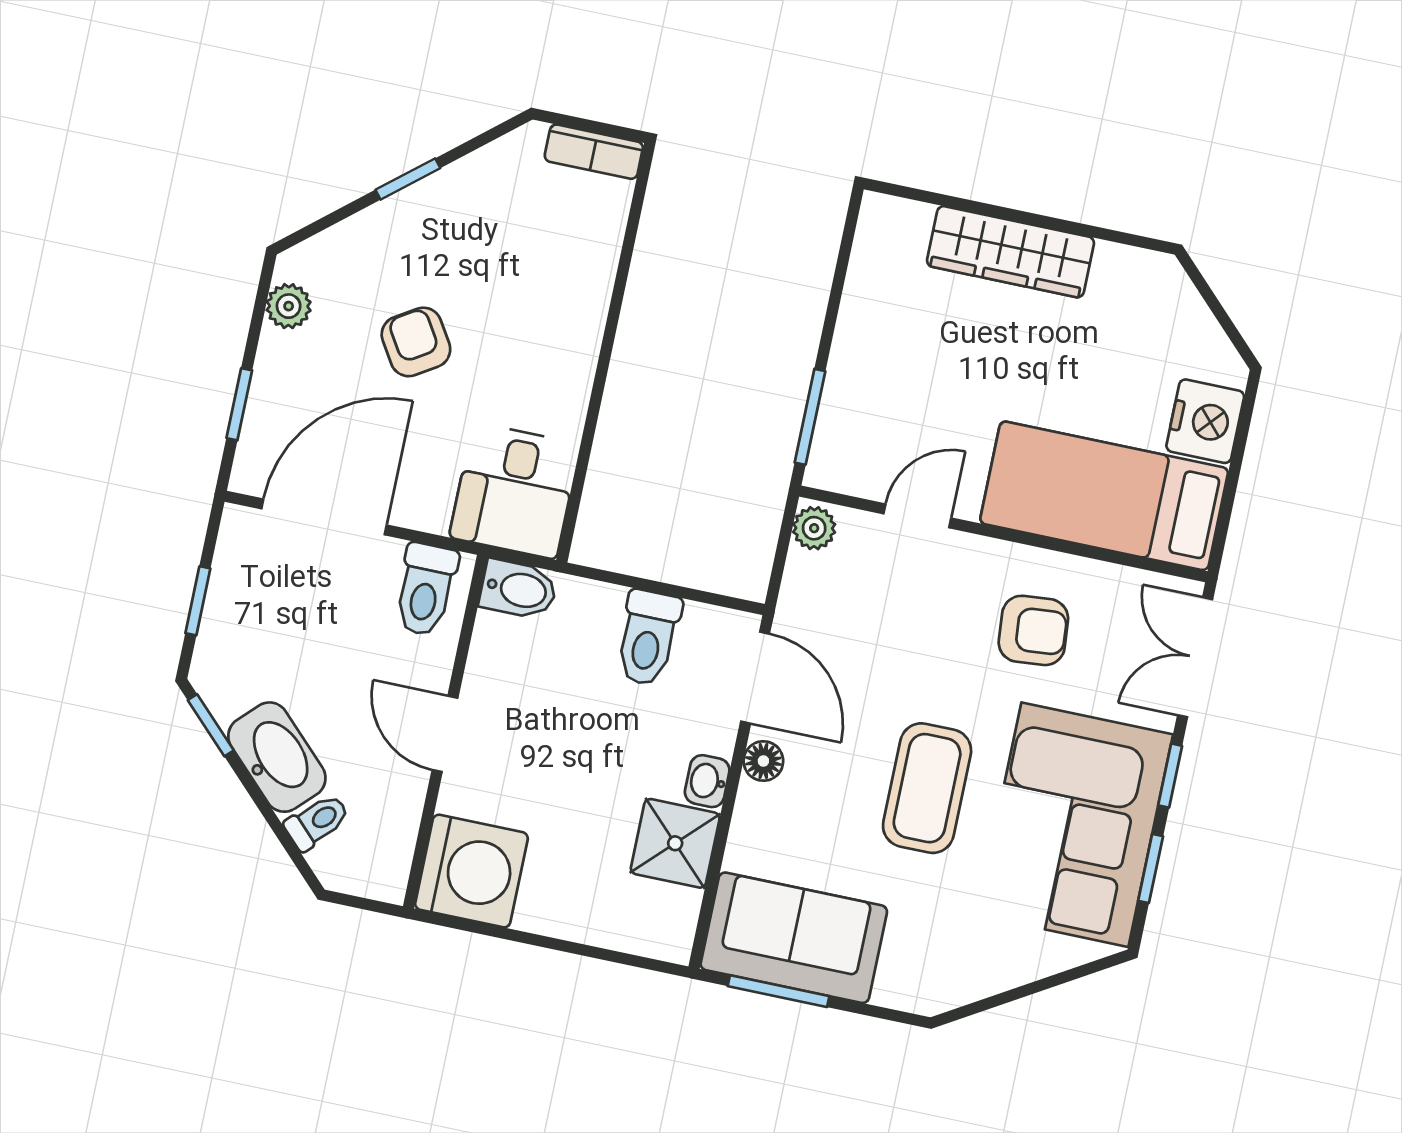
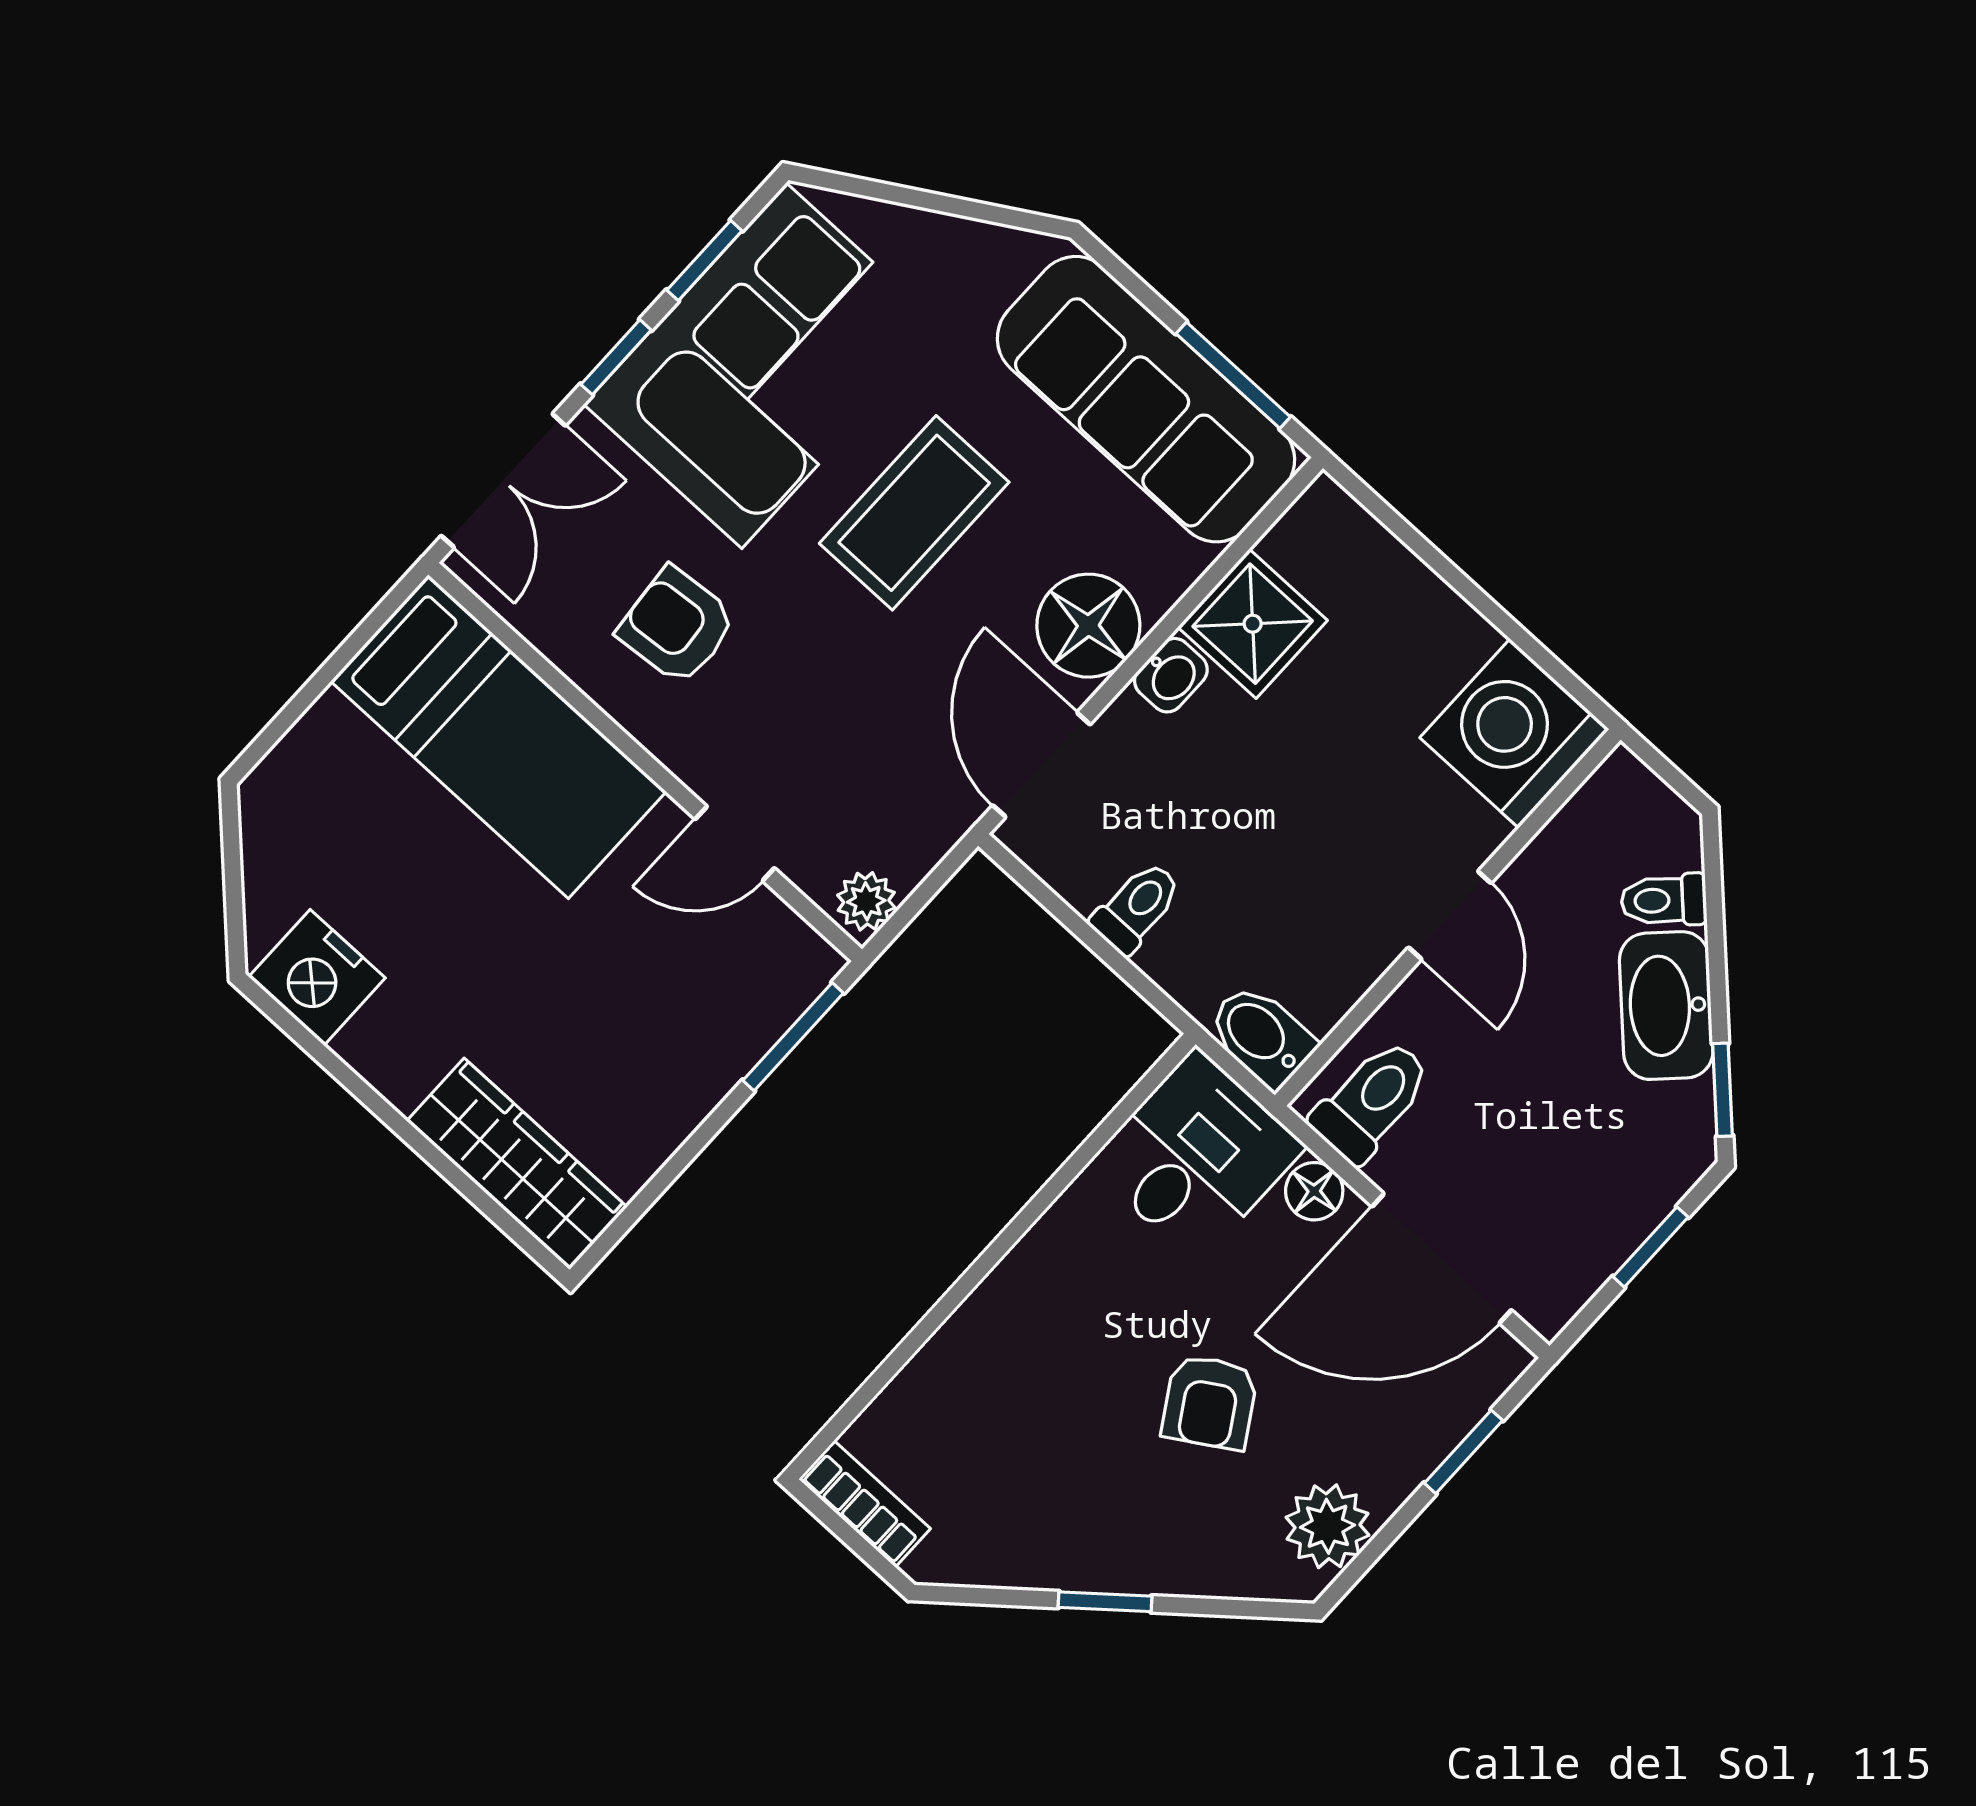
wardrobe: (1010, 252) -> (517, 1164), moved
plant: (289, 306) -> (1327, 1526), width x1.38, depth x1.38
nightstand: (1205, 421) -> (317, 977), moved, turned -90
floor lamp: (428, 512) -> (1314, 1191), added
toilet: (648, 638) -> (1137, 907), width x0.73, depth x0.72
floor lamp: (763, 761) -> (1088, 626), width x1.89, depth x1.89
sofa: (794, 938) -> (1146, 399), width x1.36

